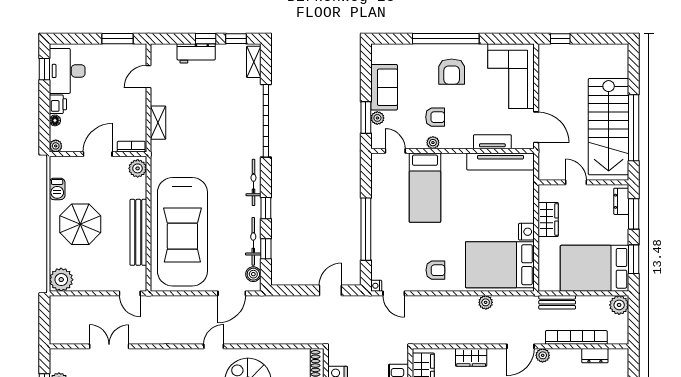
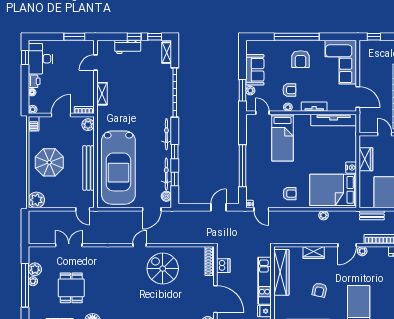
tv unit: (492, 142) -> (314, 107), moved
barbecue: (57, 189) -> (34, 124), moved

